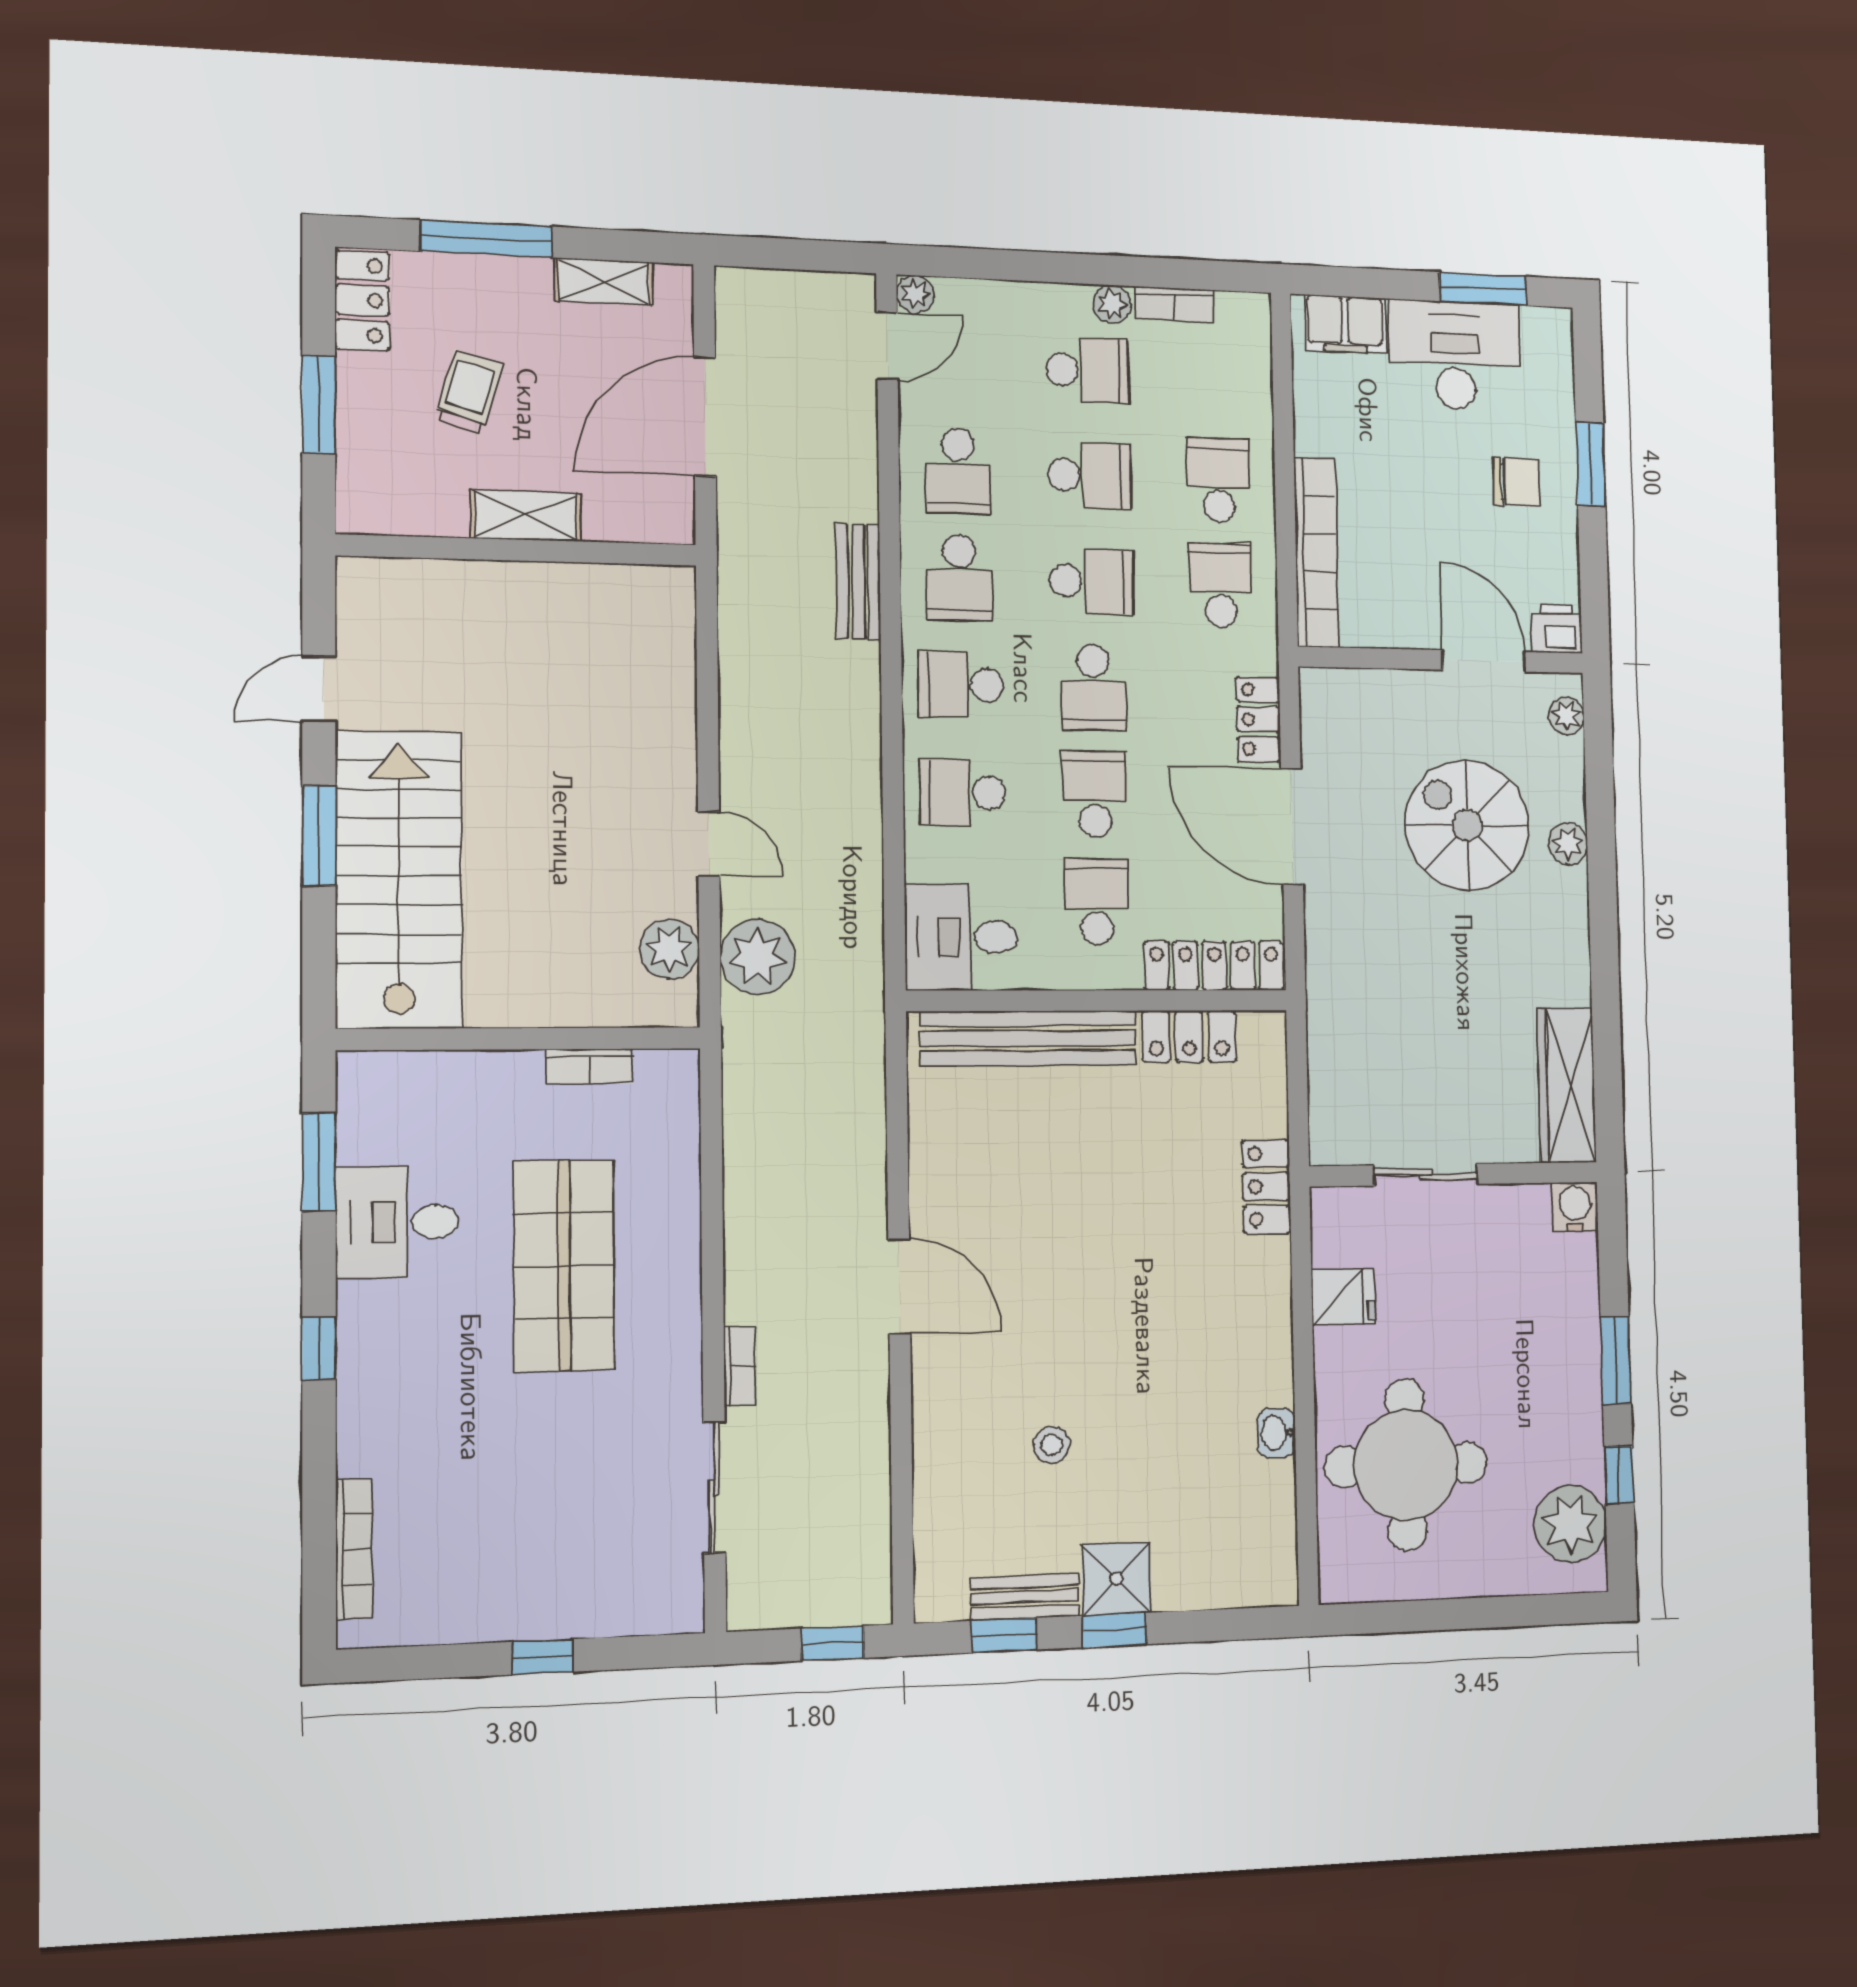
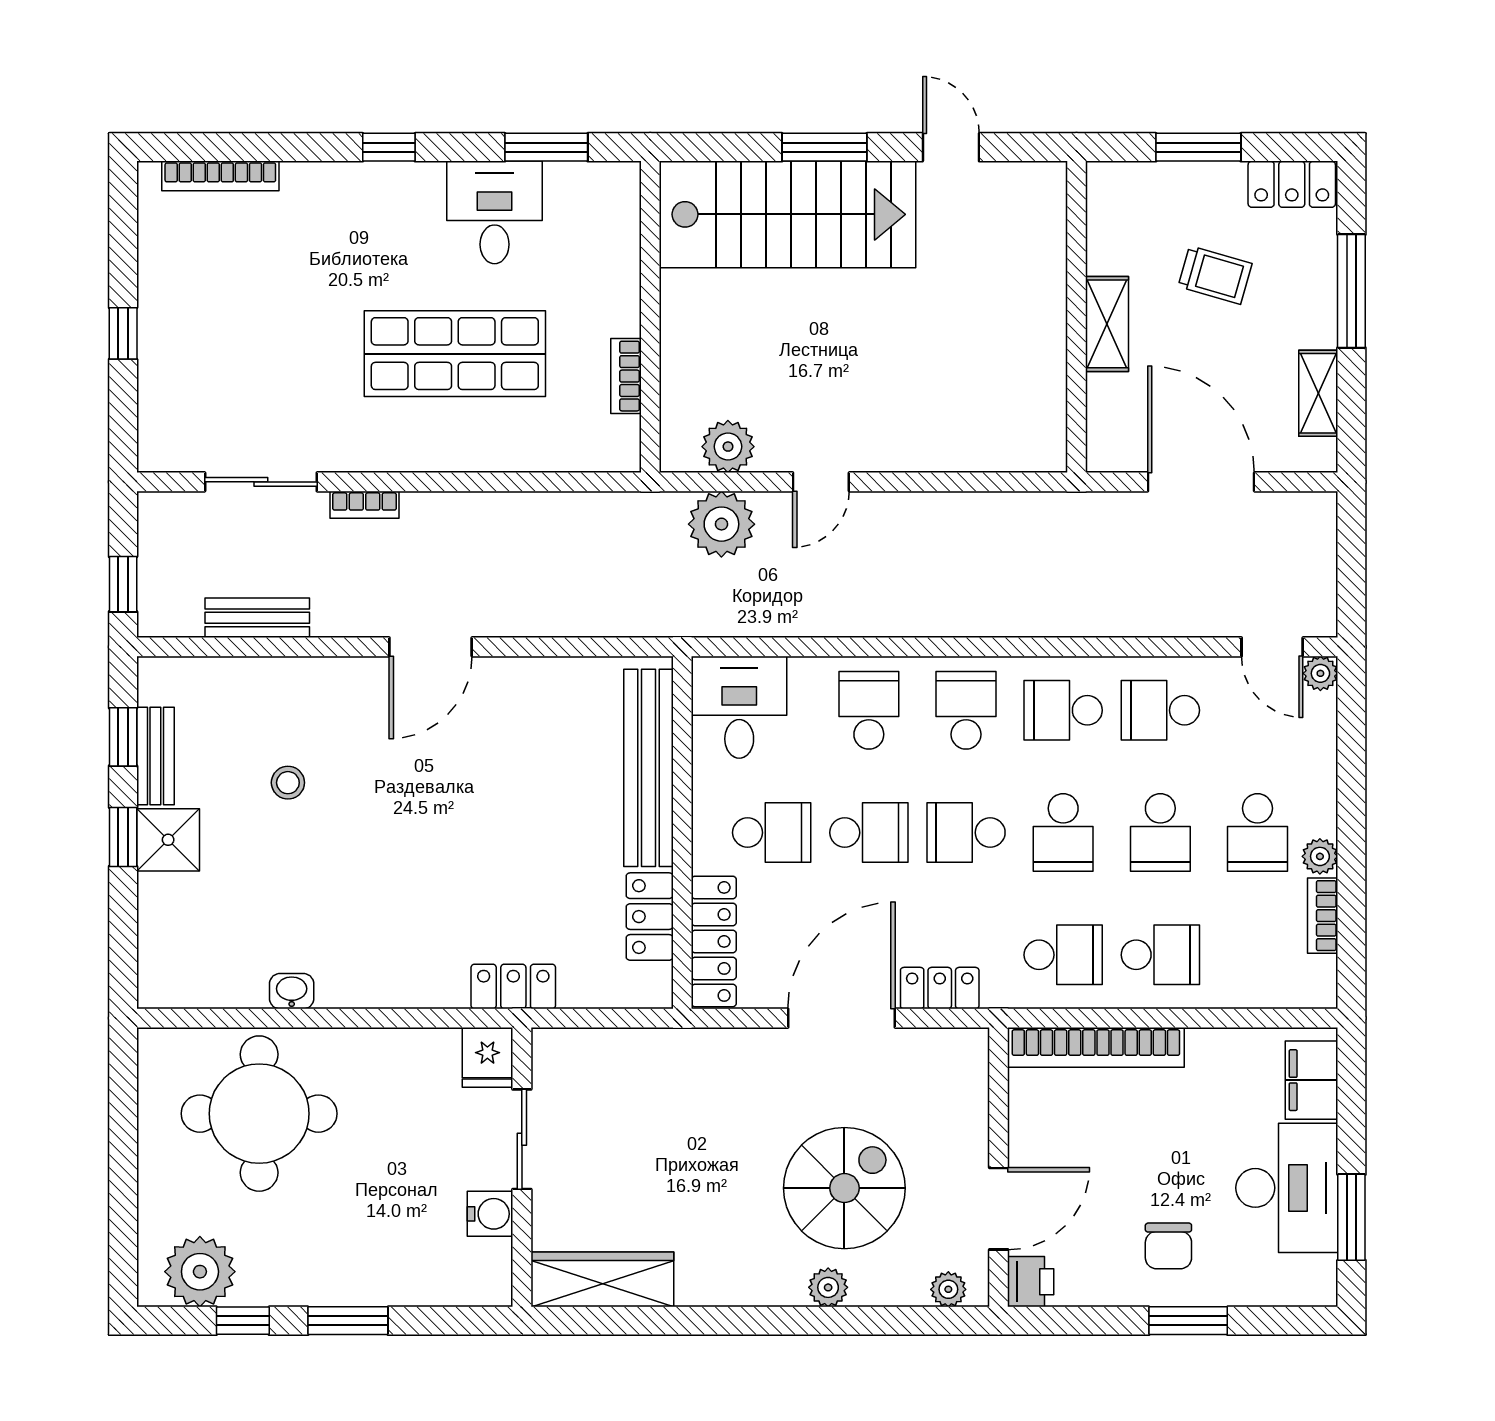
bench: (858, 582) -> (257, 618), moved
water cooler: (1575, 1207) -> (490, 1214), moved
fridge: (1343, 1297) -> (487, 1057), moved

